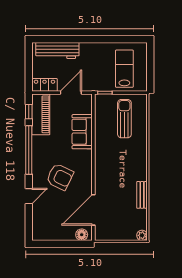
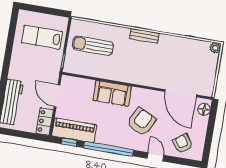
sofa: (82, 132) -> (112, 93), moved
bench: (142, 195) -> (144, 36), moved
armchair: (46, 220) -> (183, 144), added

